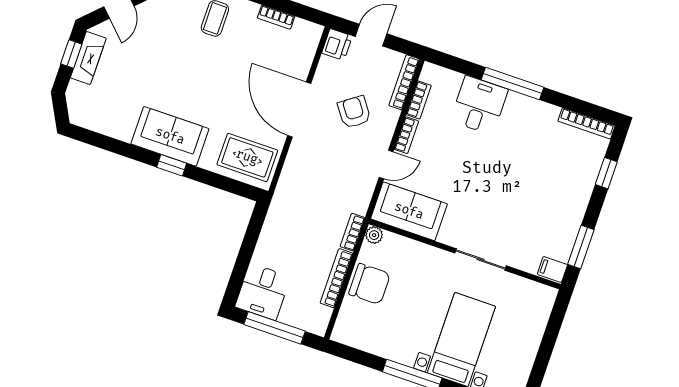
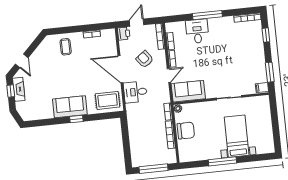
desk: (263, 292) -> (135, 92), moved, turned 90

